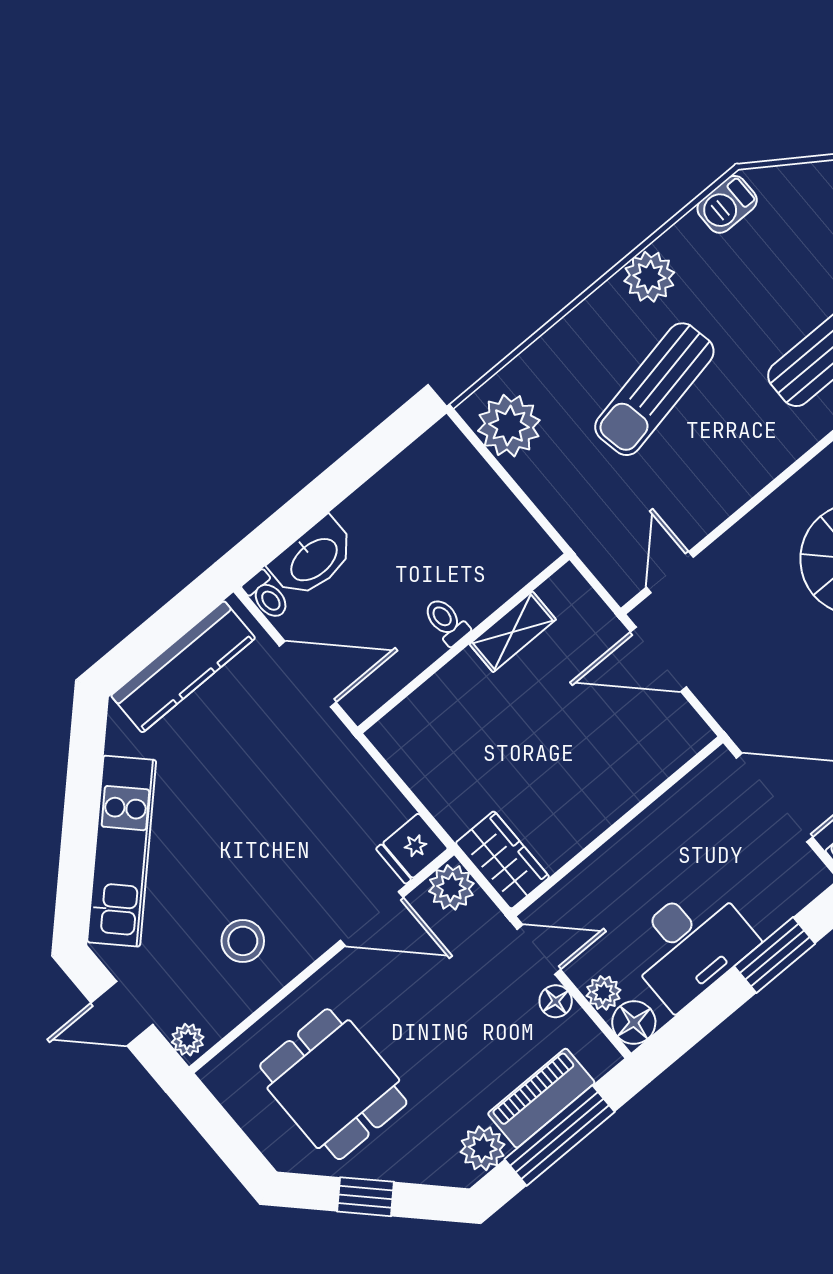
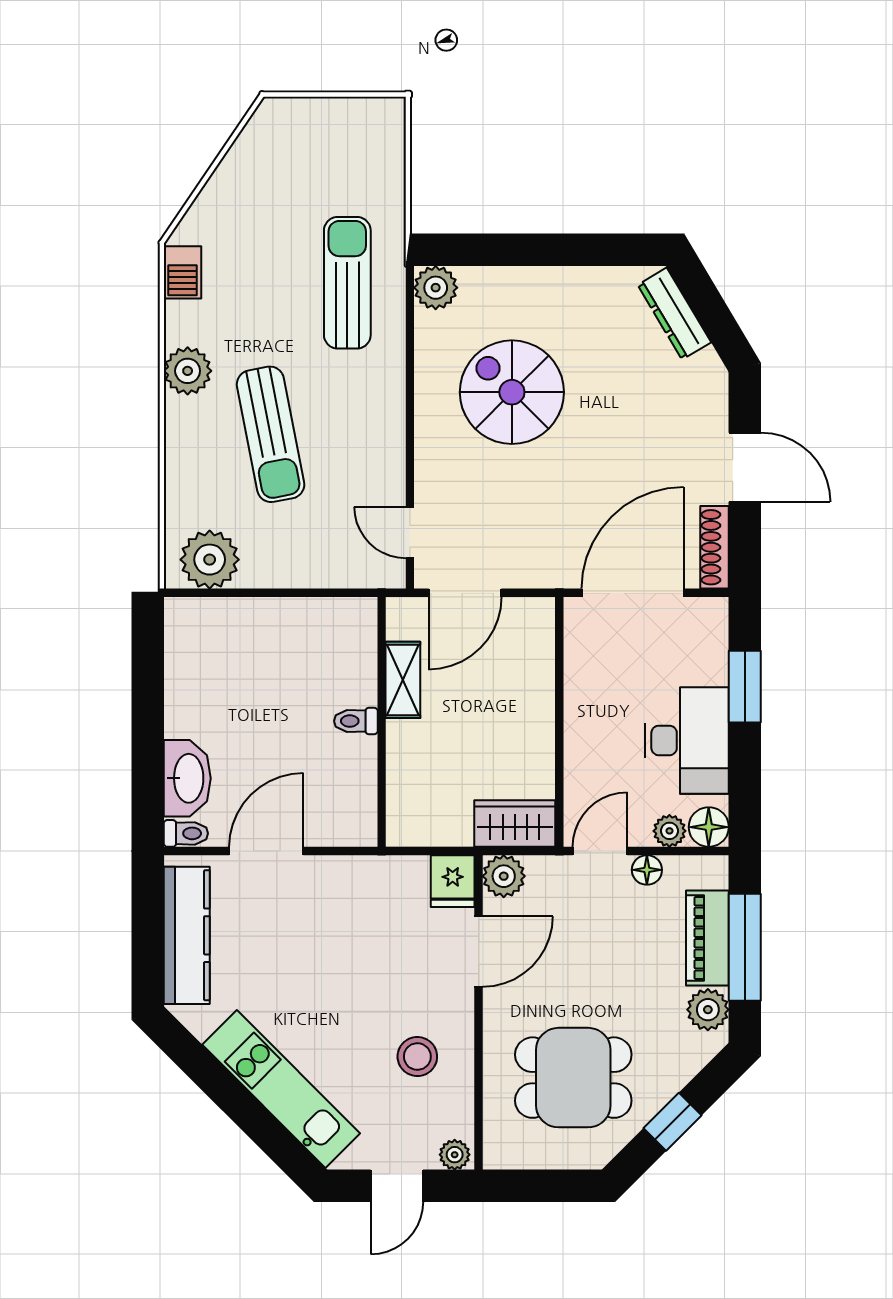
toilet: (446, 621) -> (356, 721), moved
shelving: (513, 632) -> (403, 680), moved
wall: (463, 643) -> (382, 722), moved

